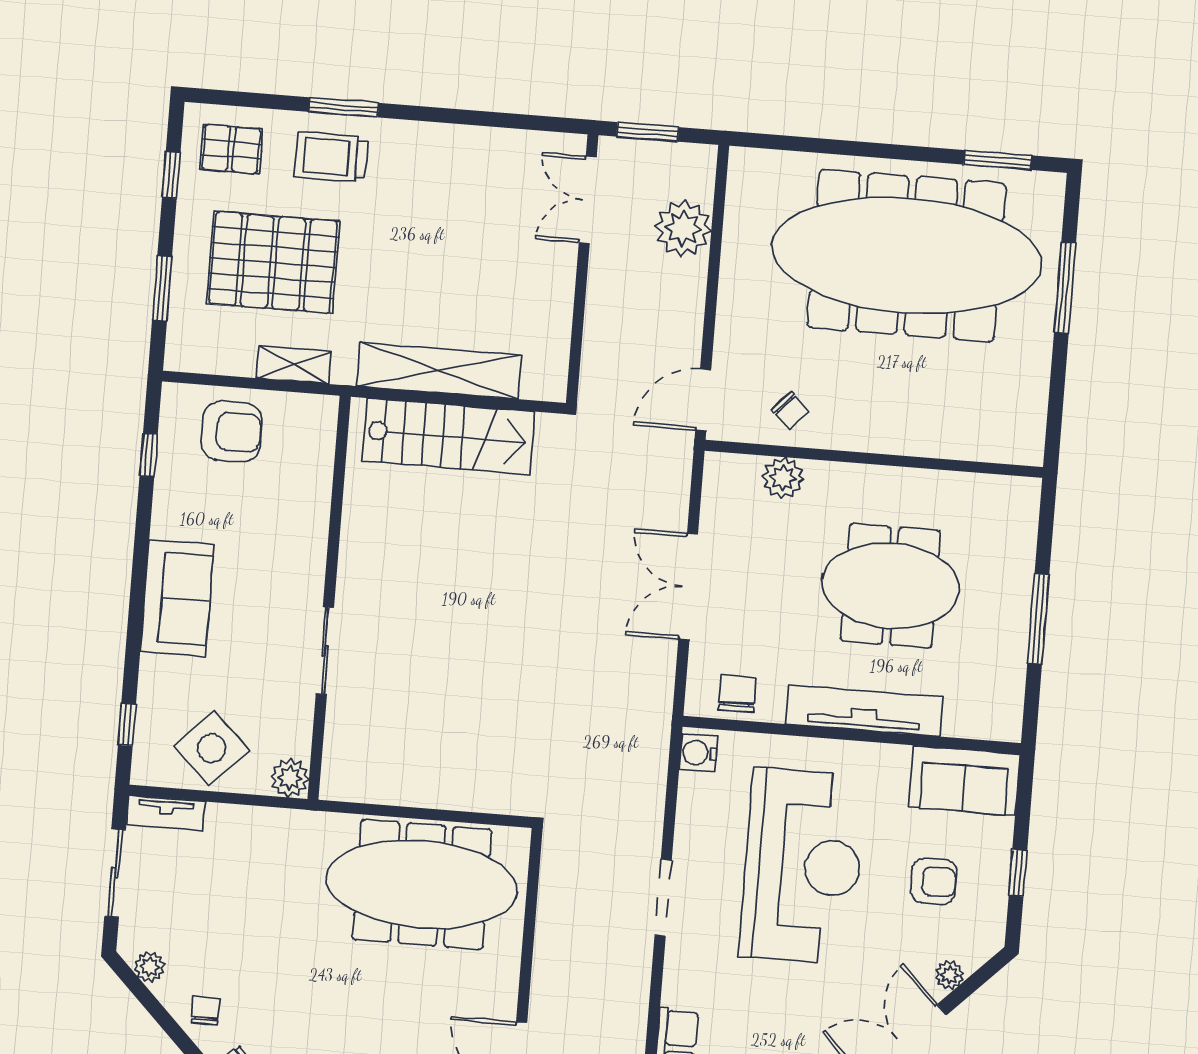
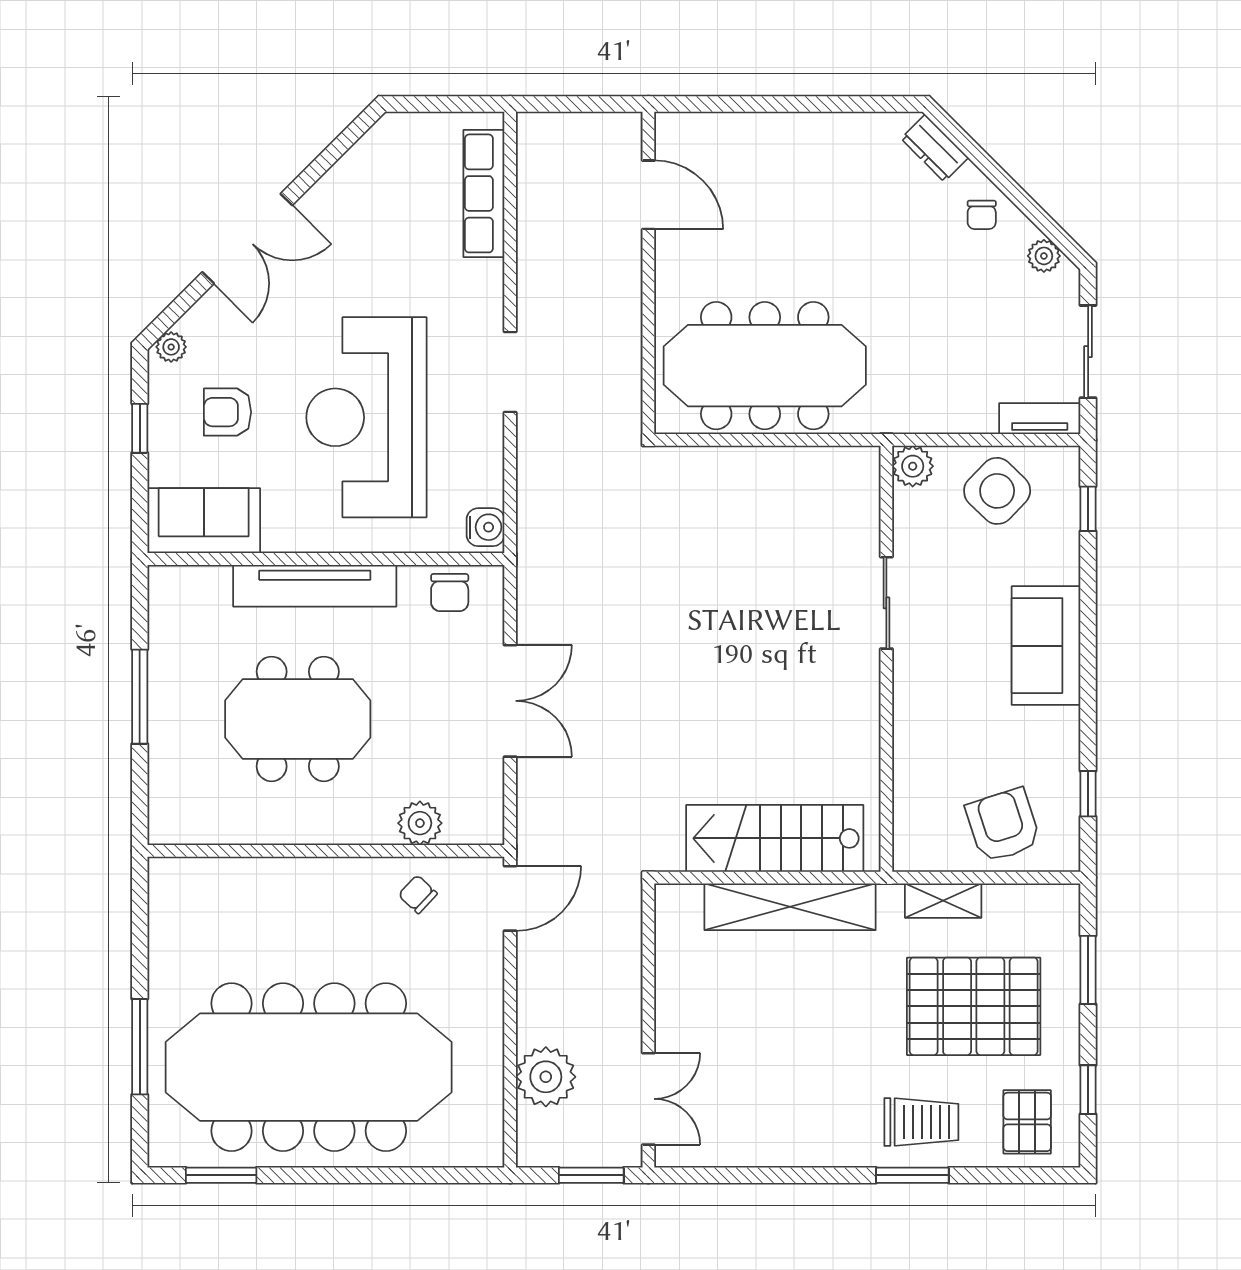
pallet: (231, 149) -> (1027, 1122), turned 90
armchair: (231, 431) -> (1003, 825), turned 72
plant: (949, 975) -> (171, 347), moved

